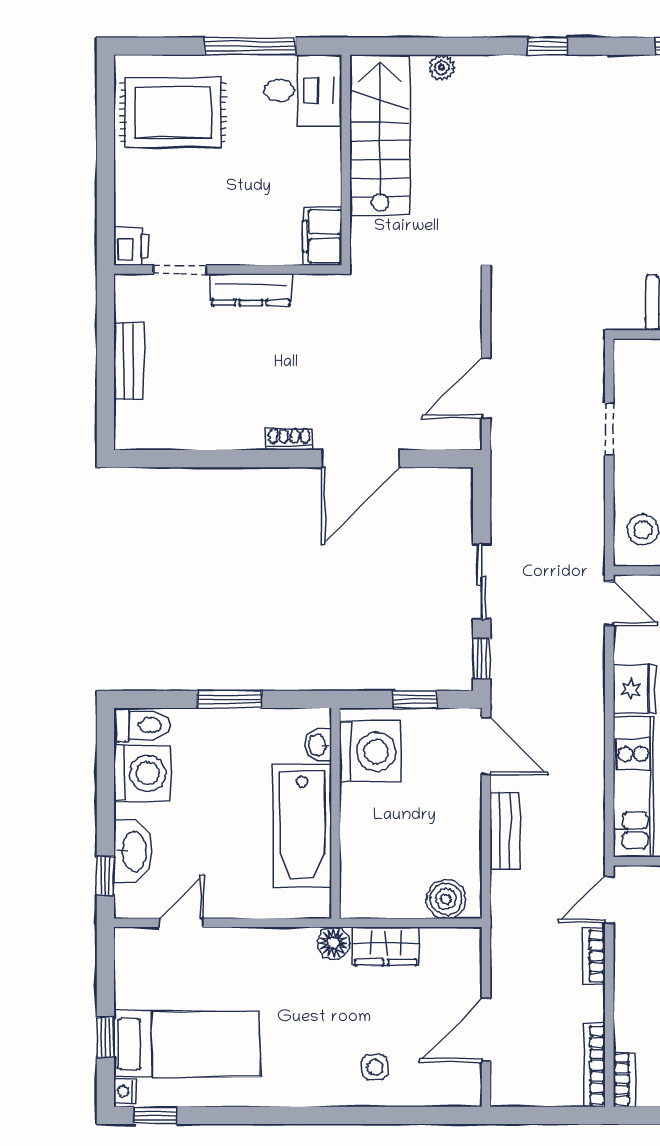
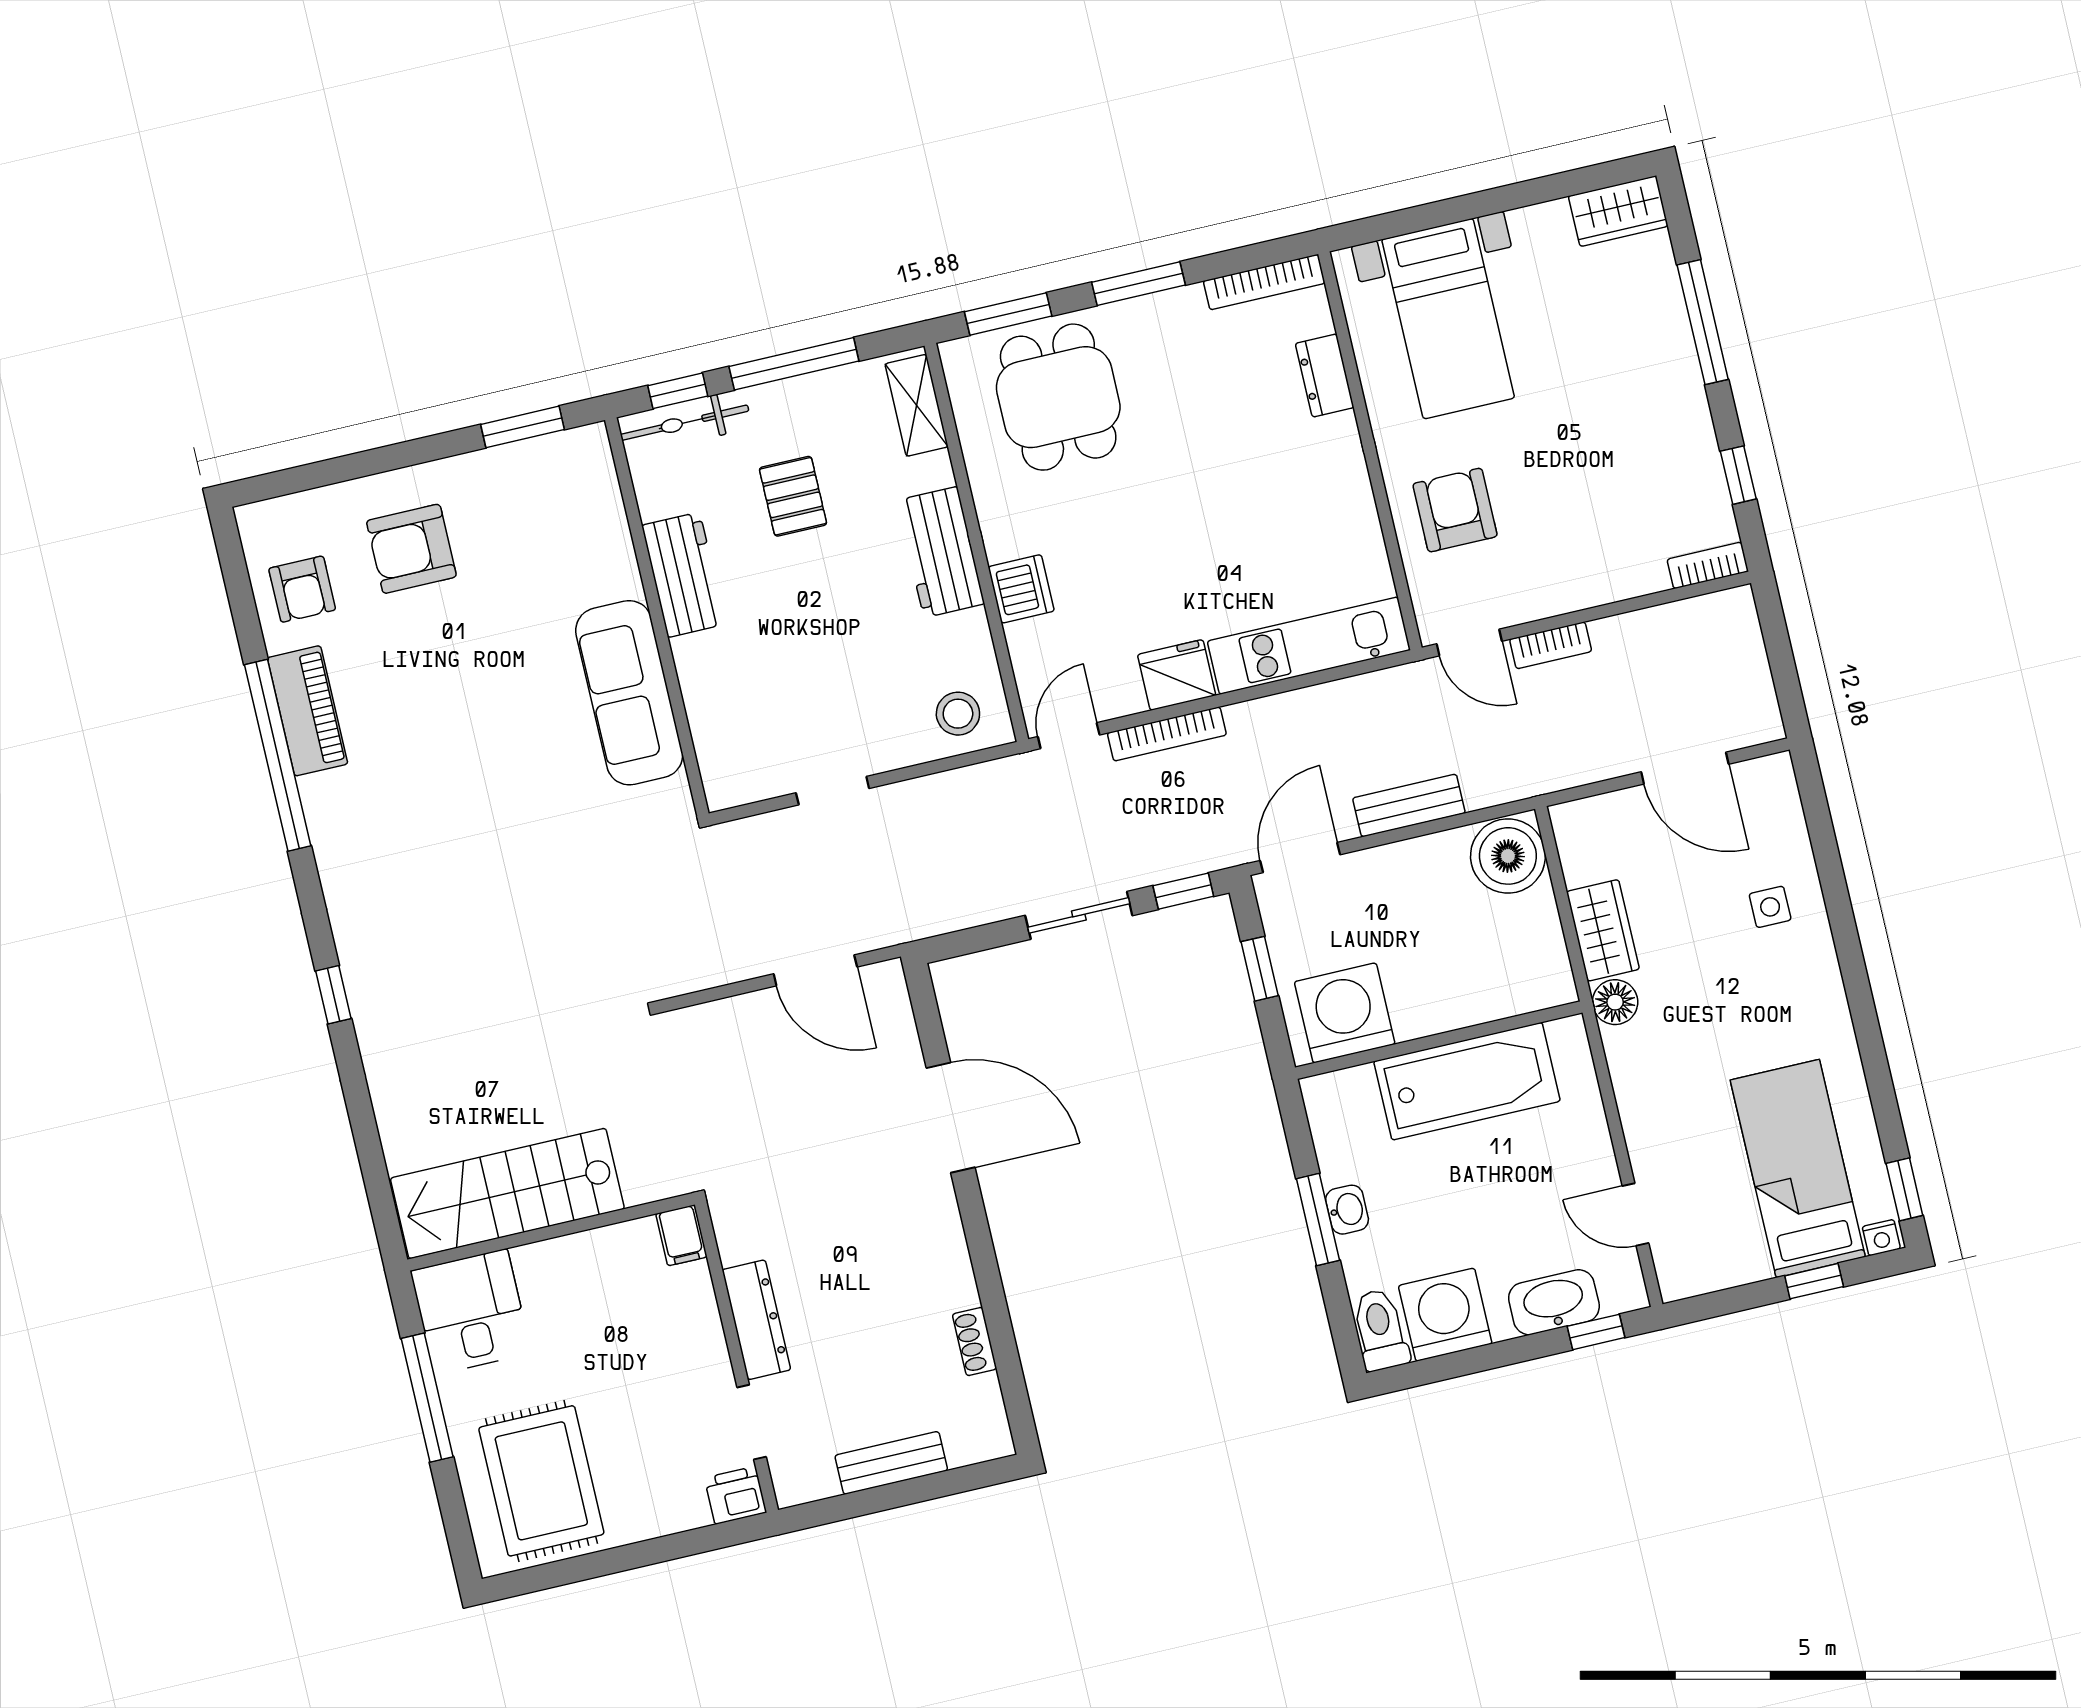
plant: (442, 67) -> (396, 1132), removed
filing cabinet: (322, 236) -> (681, 1235), width x0.50
shoe rack: (289, 439) -> (975, 1341), moved
washbasin: (318, 745) -> (1347, 1210), moved, turned -90
boiler: (446, 899) -> (1508, 856), width x1.37, depth x1.37
bookcase: (594, 1065) -> (1167, 734), moved

